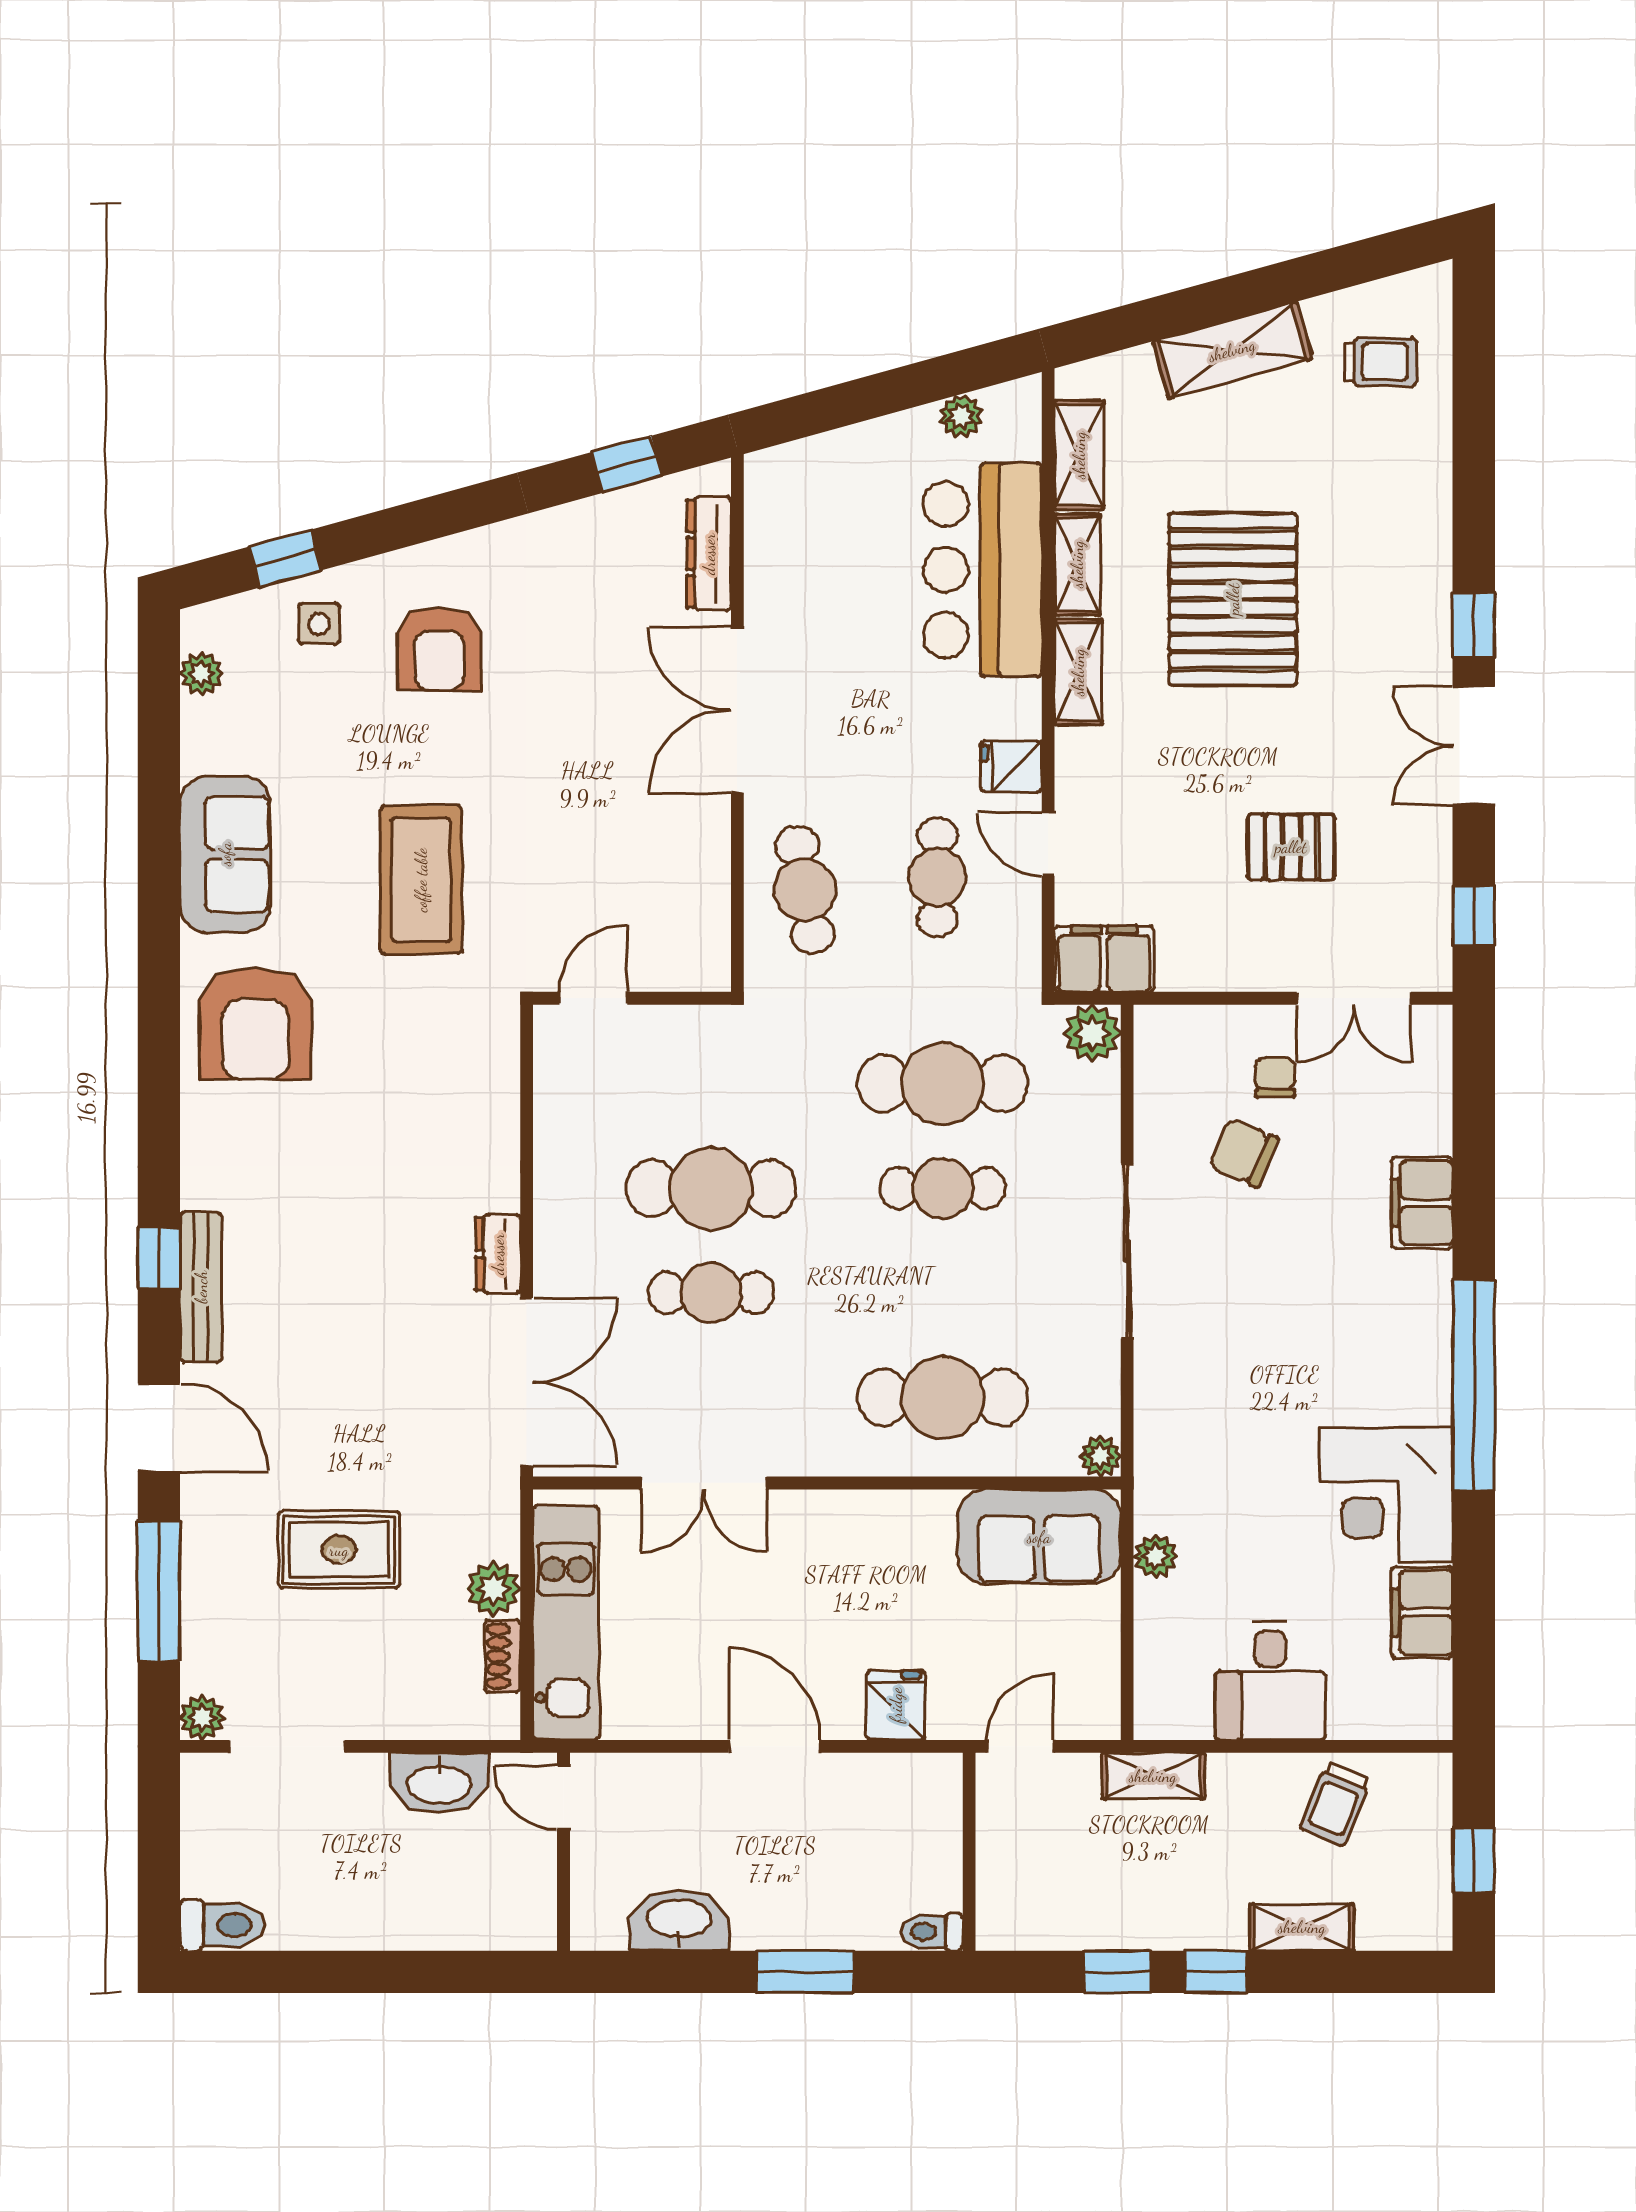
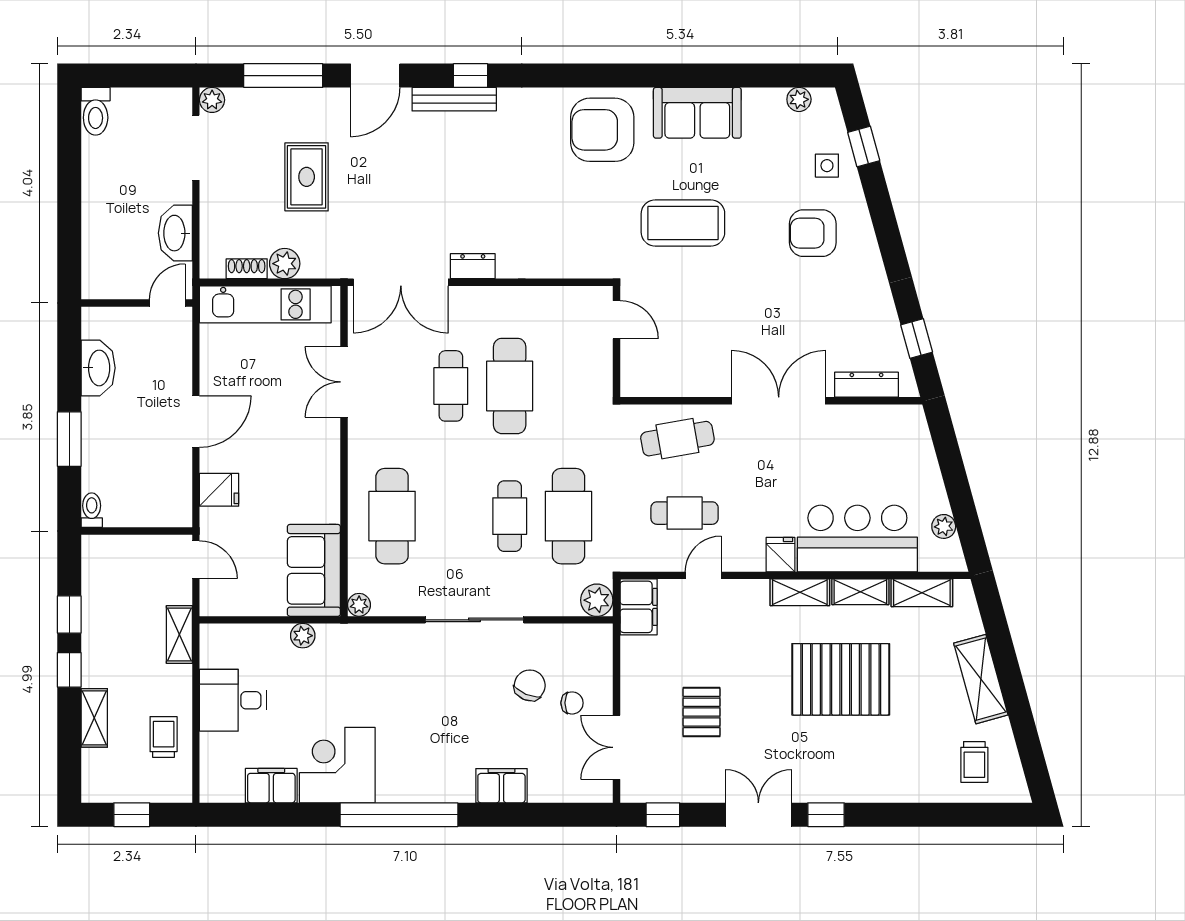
fridge: (1011, 766) -> (781, 555), moved
trolley: (1336, 1804) -> (164, 737), turned 68

